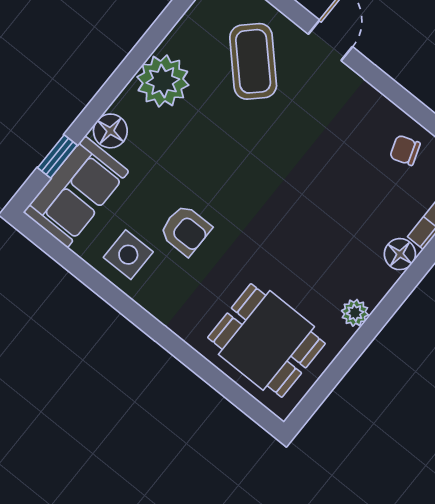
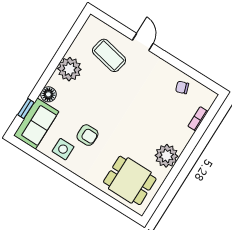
coffee table: (253, 61) -> (109, 55), turned -34
floor lamp: (400, 254) -> (185, 134), removed
plant: (355, 313) -> (167, 156), width x1.88, depth x1.88

